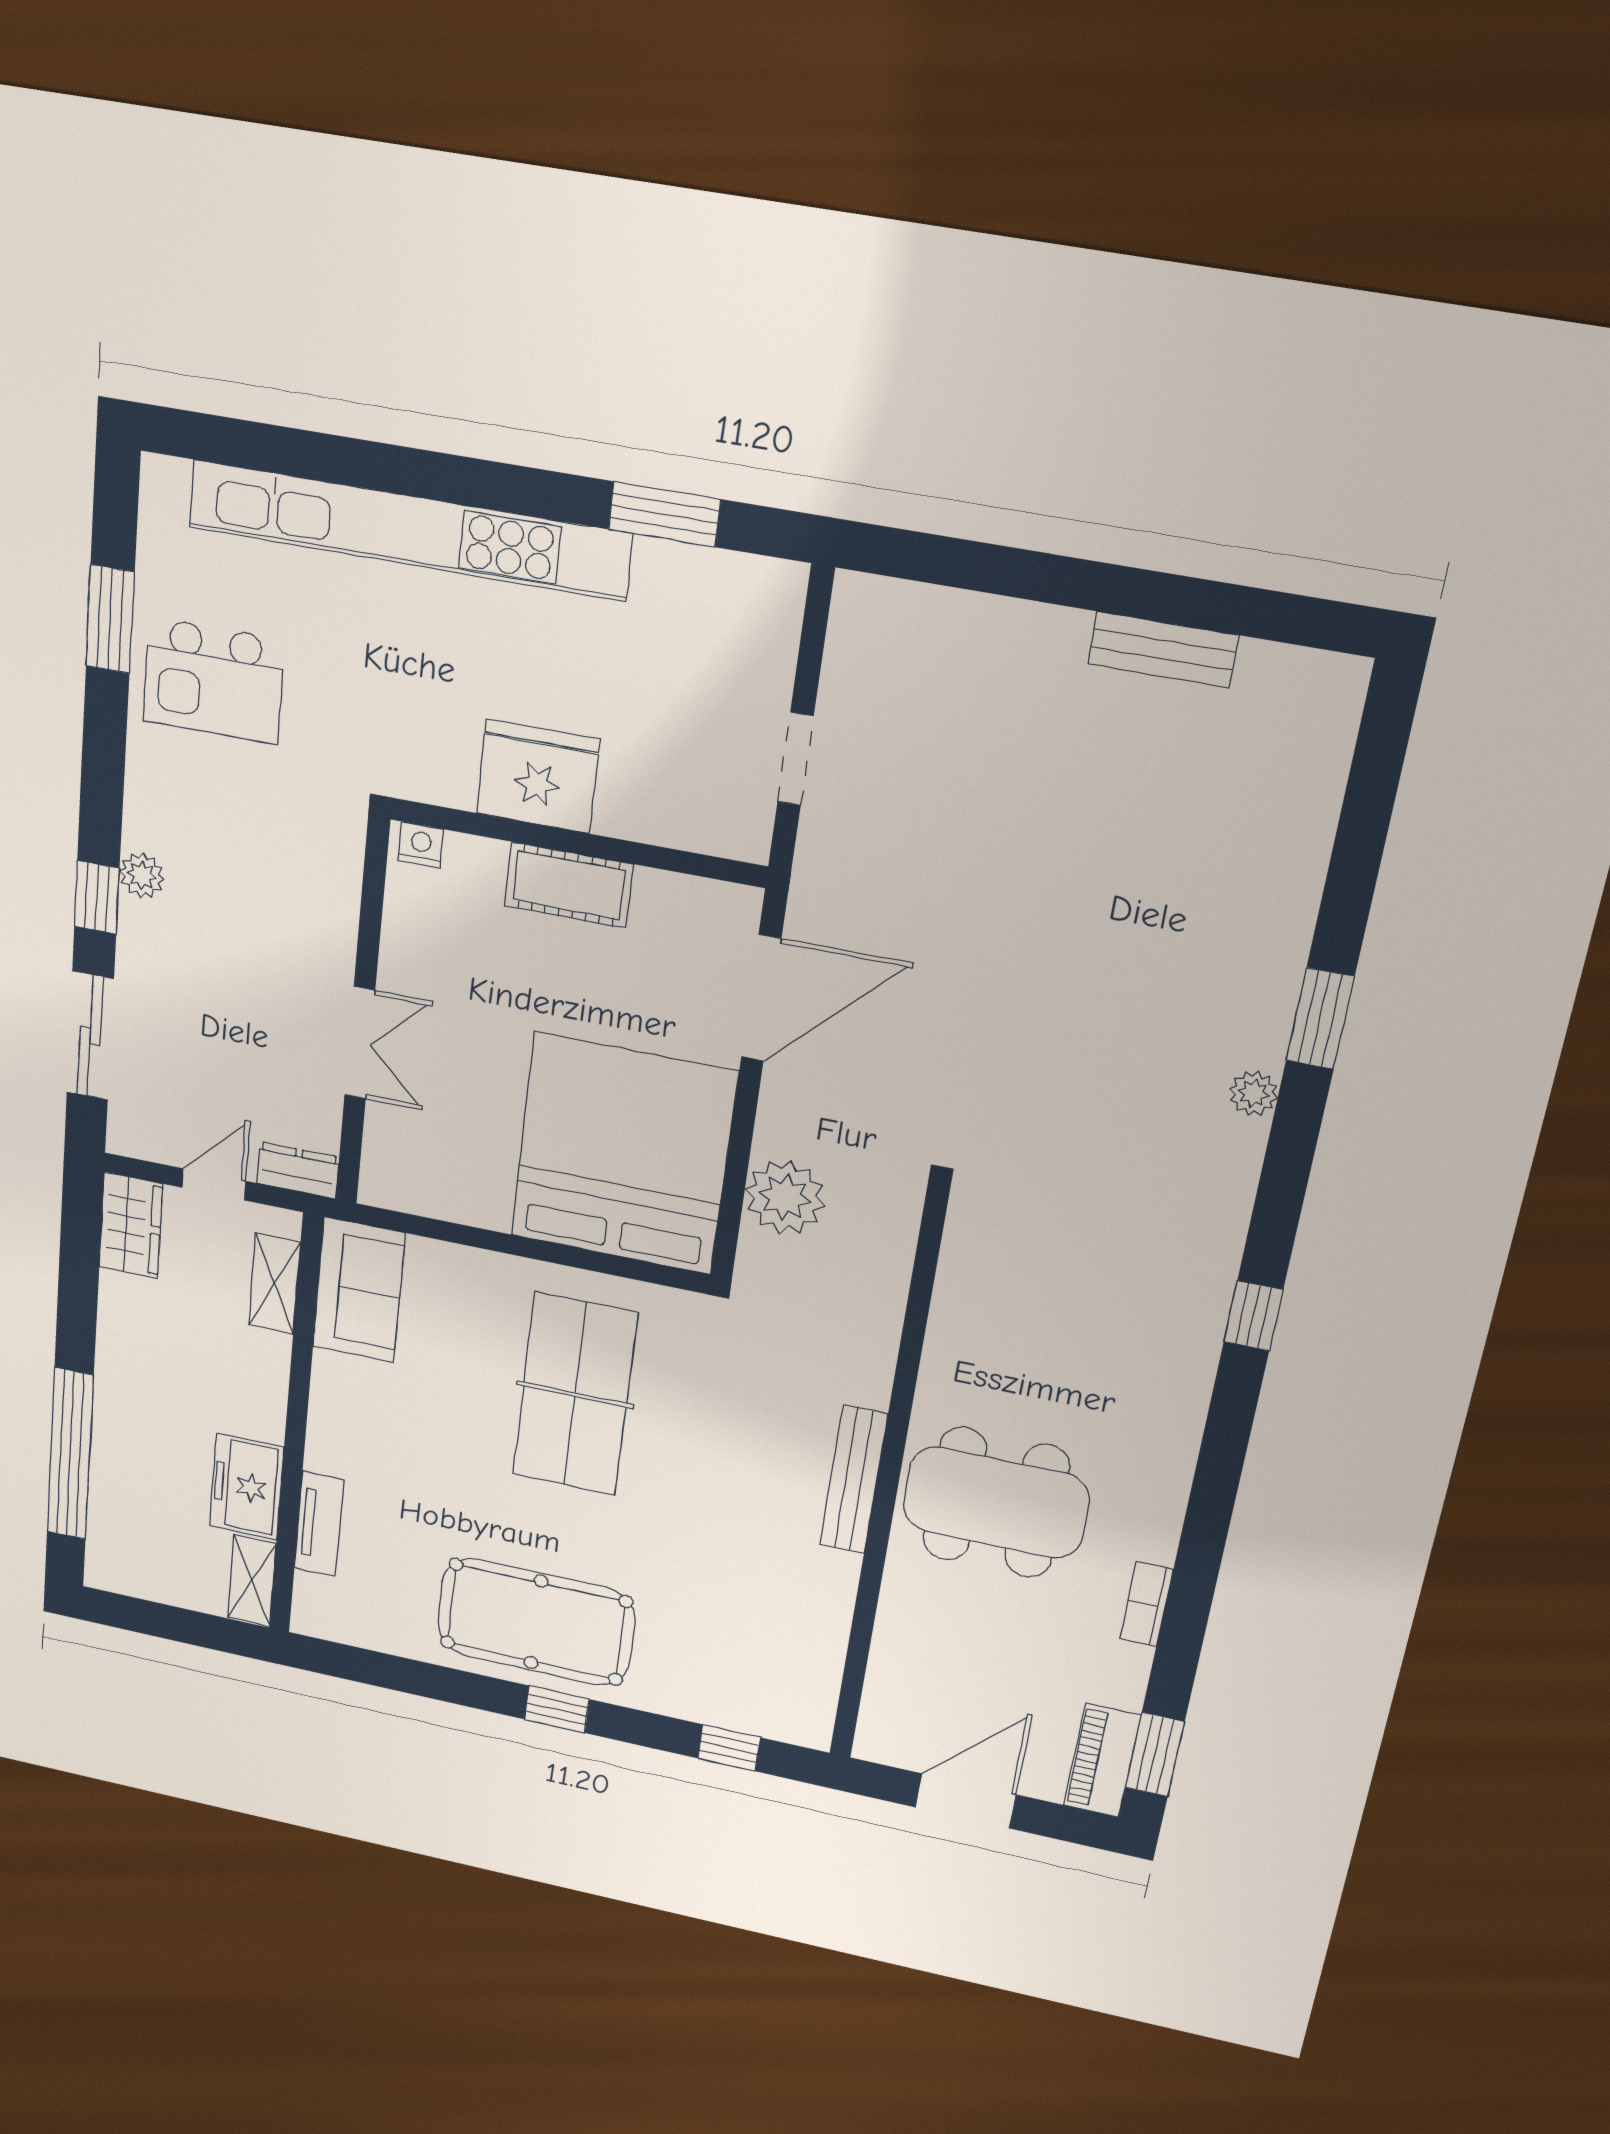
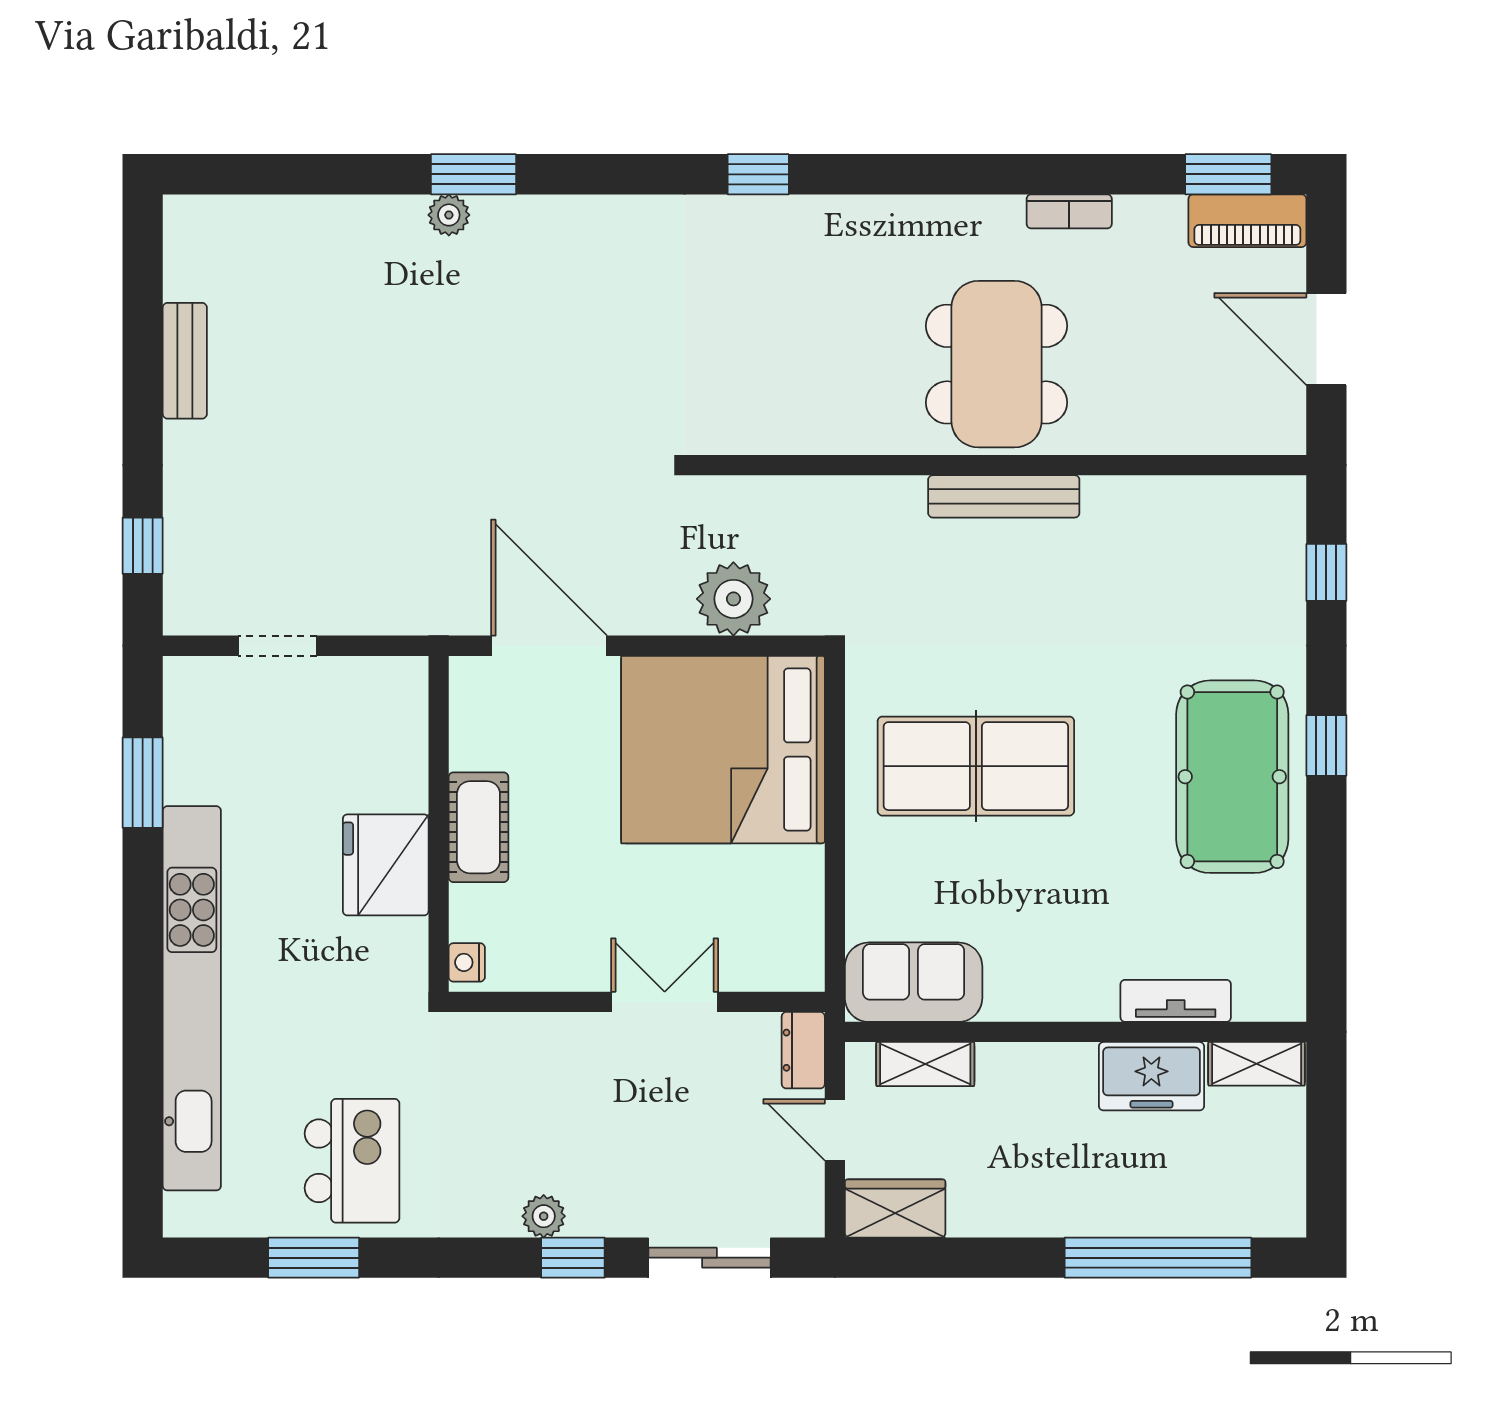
window: (947, 561) -> (143, 546), added
doorway: (795, 759) -> (277, 646), moved
plant: (1254, 1093) -> (449, 215), moved

